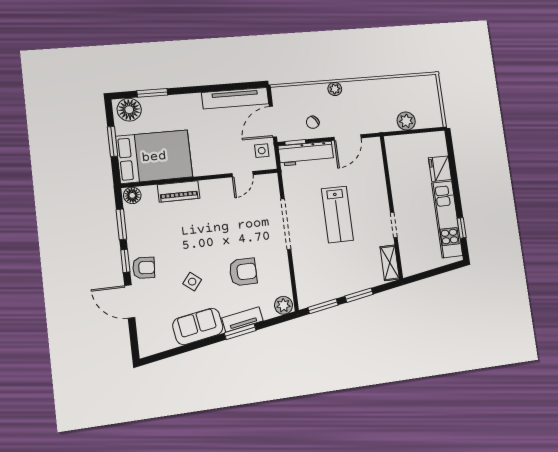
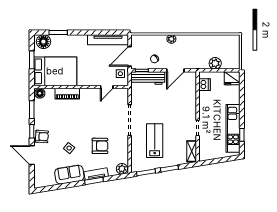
dishwasher: (395, 156) -> (205, 85), added
fridge: (440, 169) -> (232, 78), moved, turned -90
lab bench: (337, 215) -> (155, 141), moved, turned 180

